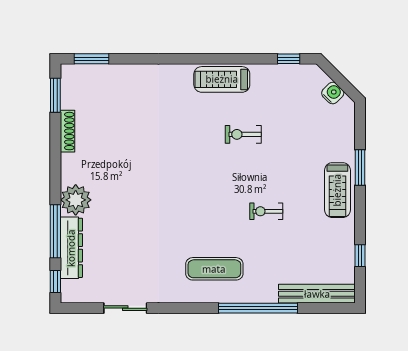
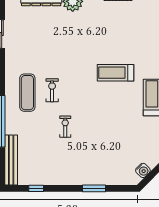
exercise bike: (243, 134) -> (52, 90), moved
treadmill: (337, 190) -> (116, 73), moved

